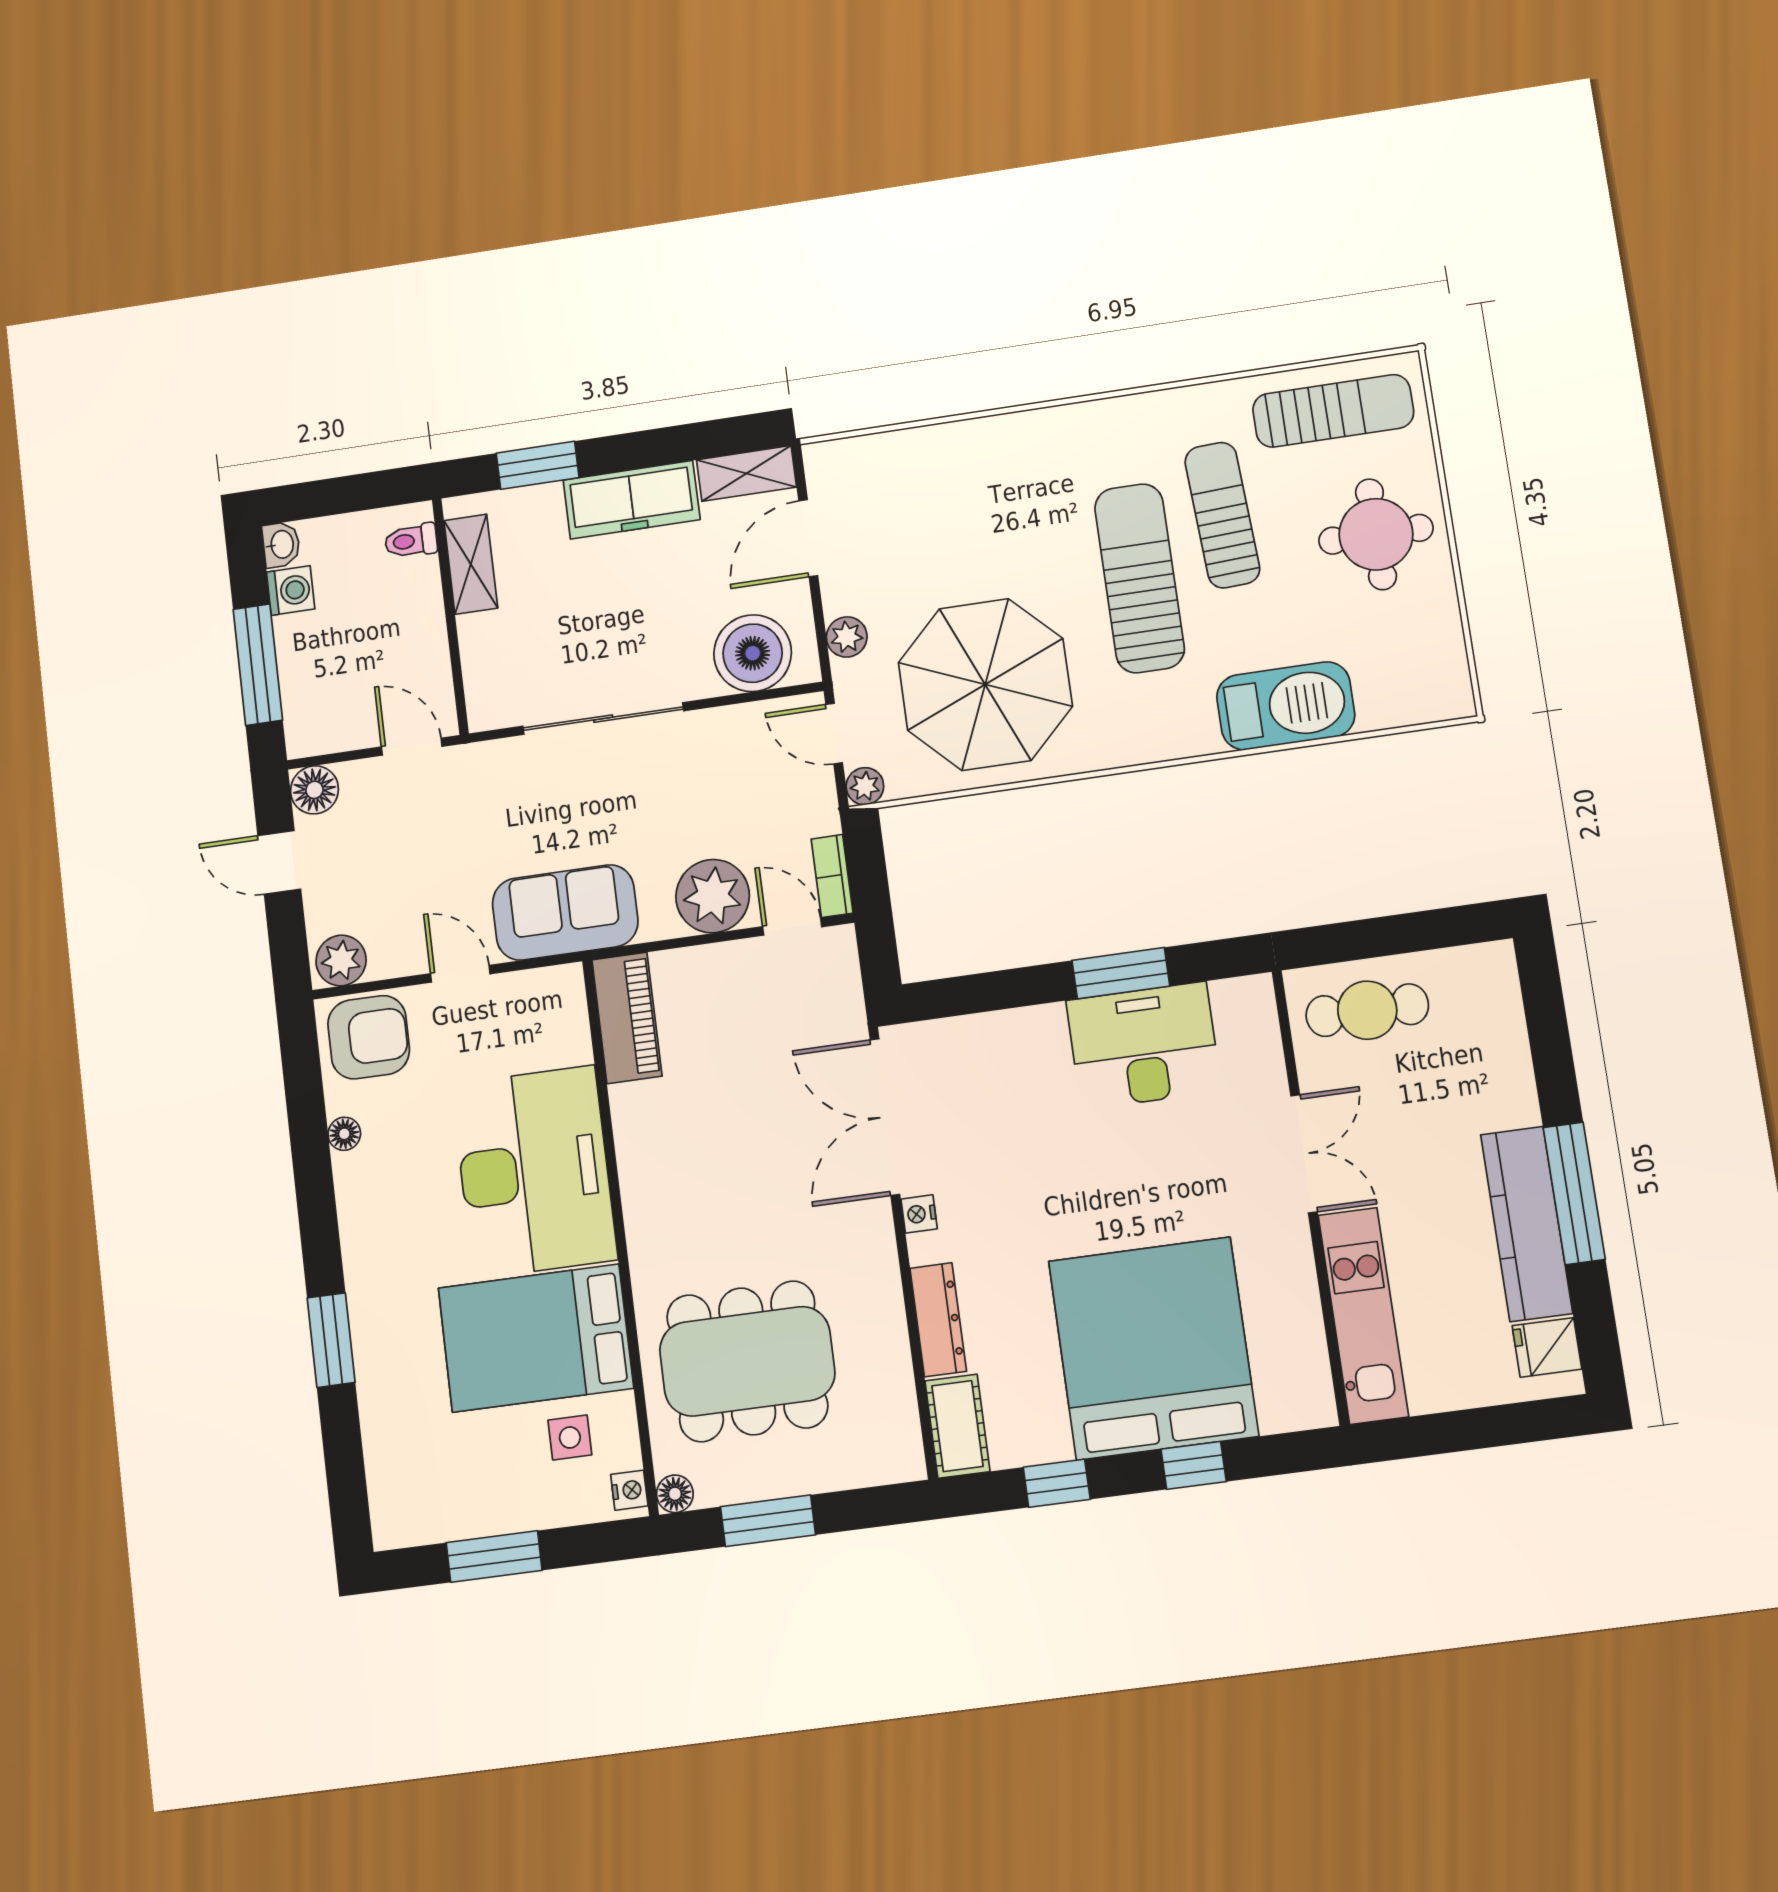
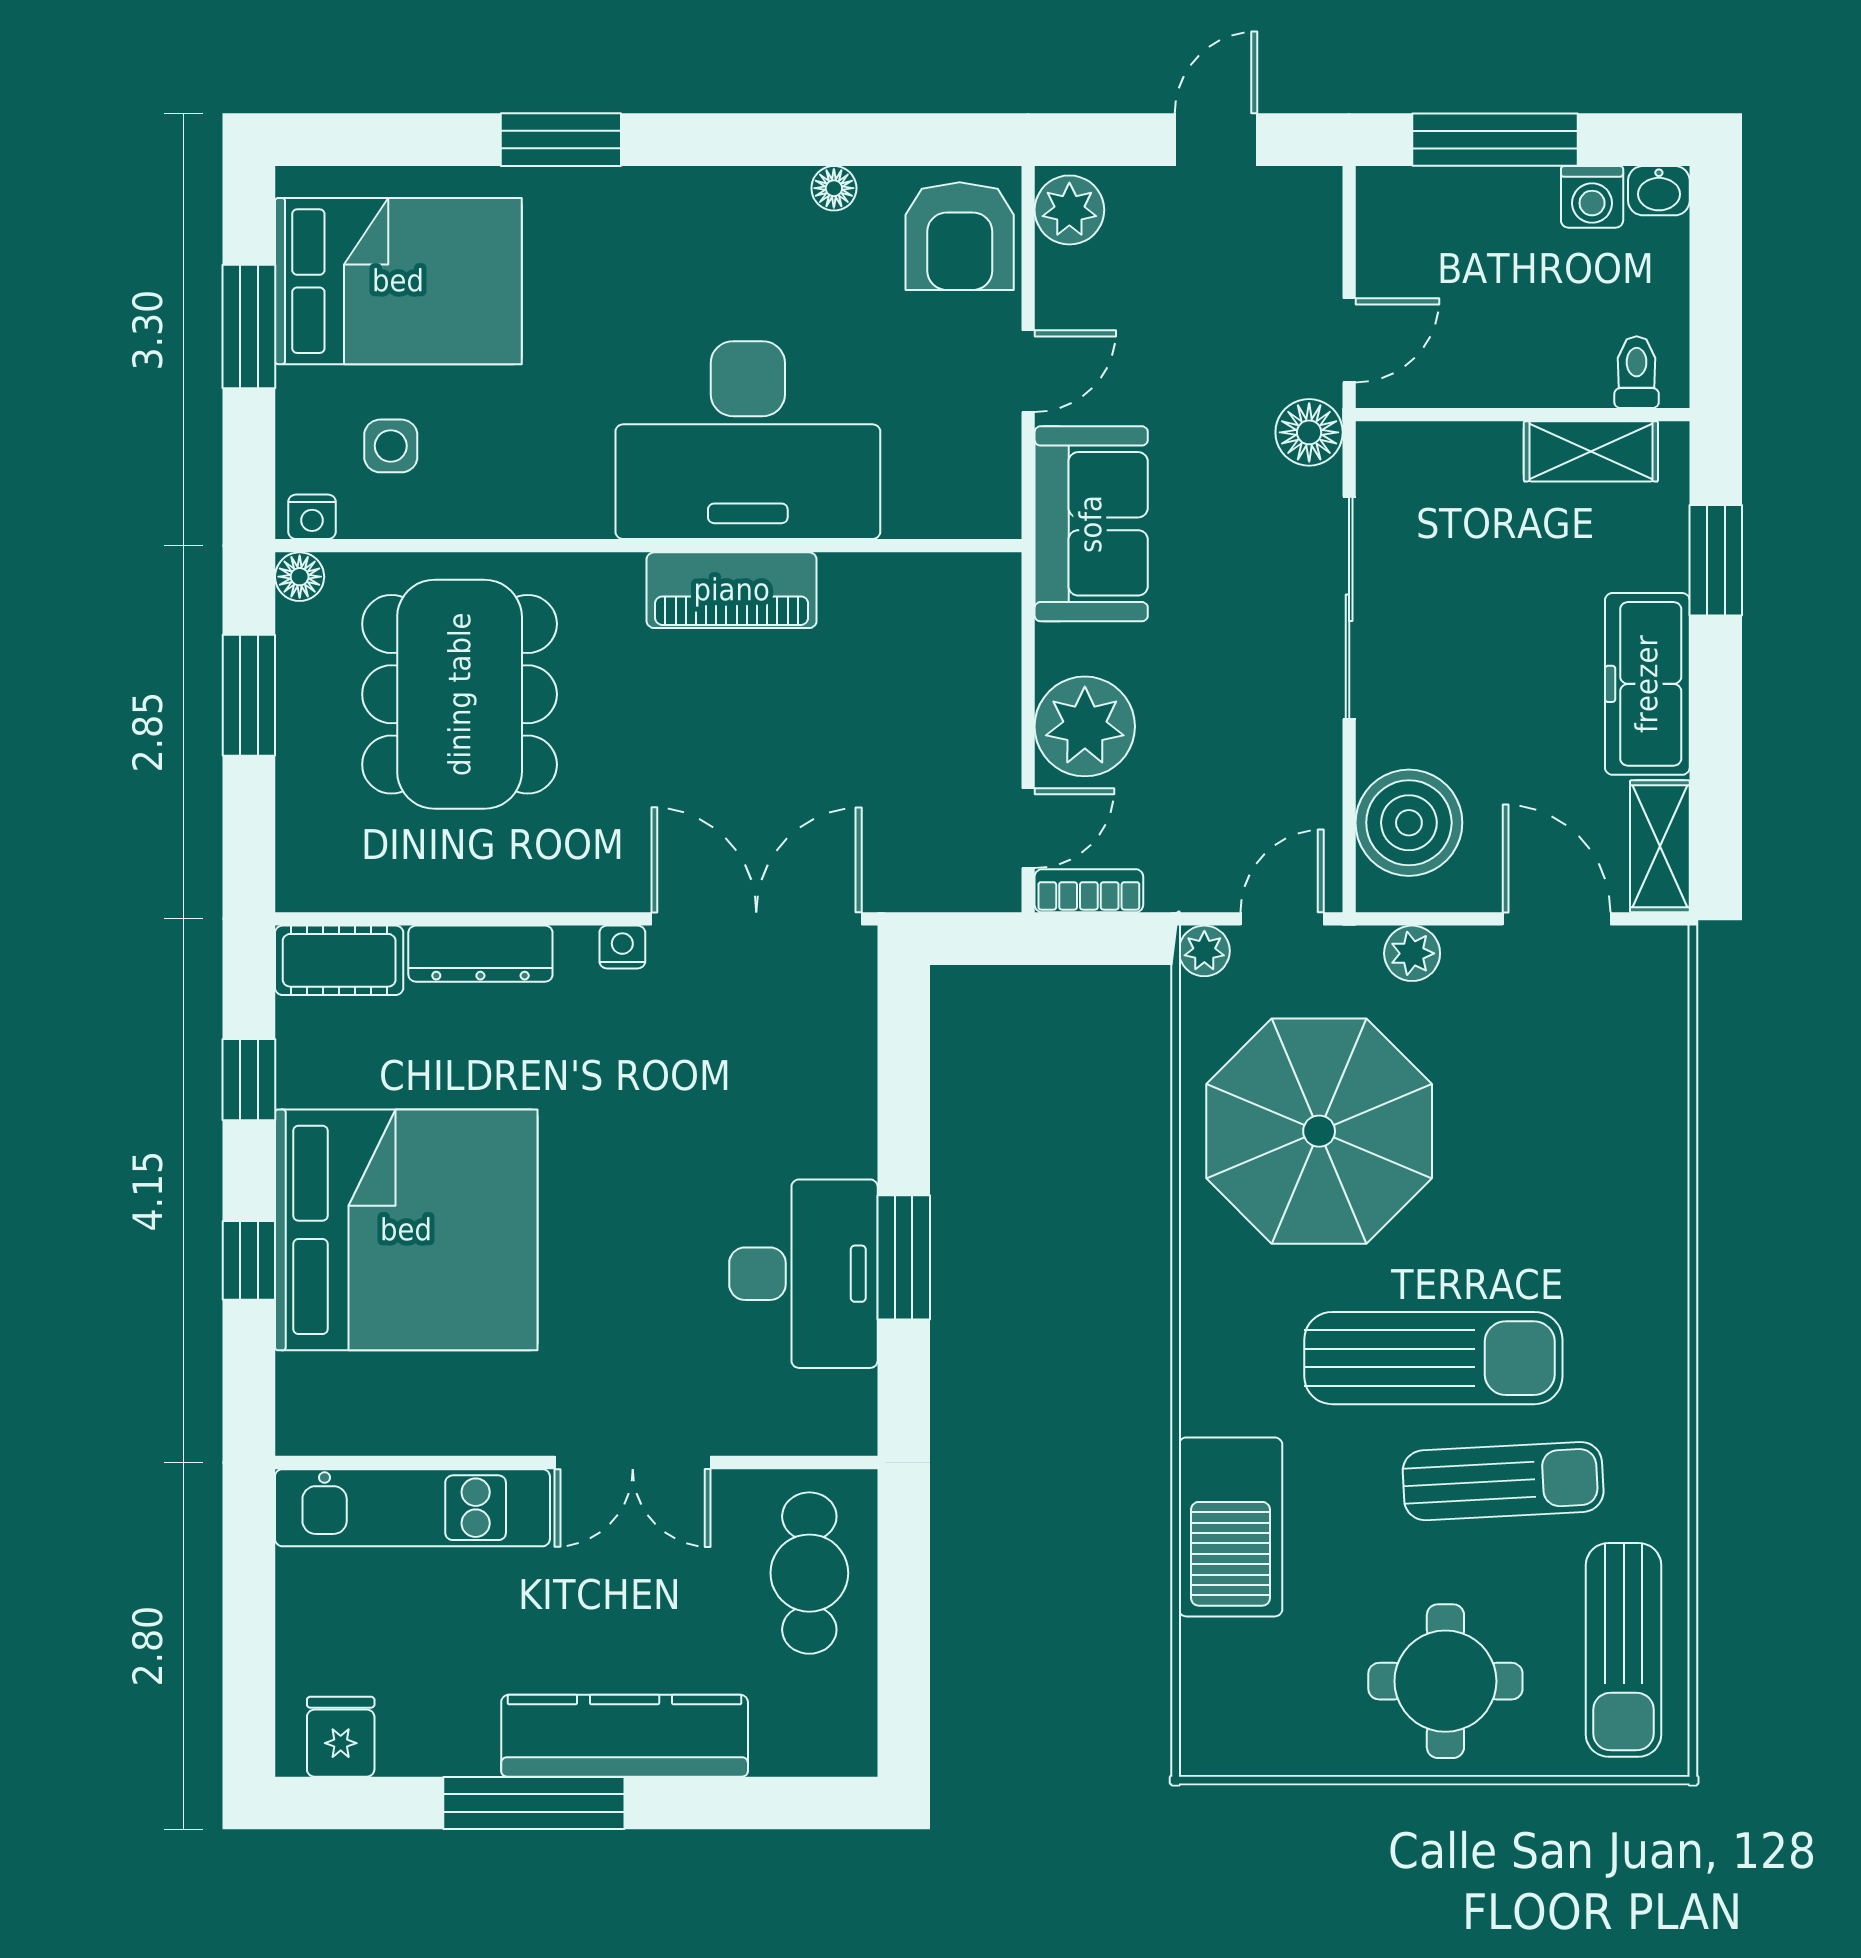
floor lamp: (314, 790) -> (1309, 432), moved
piano: (627, 1018) -> (732, 590), moved
kitchen counter: (1527, 1224) -> (625, 1736), moved
bed: (536, 1338) -> (398, 281), moved, turned 90

